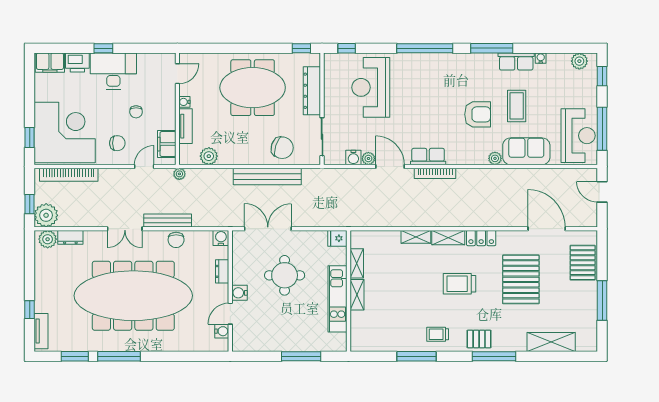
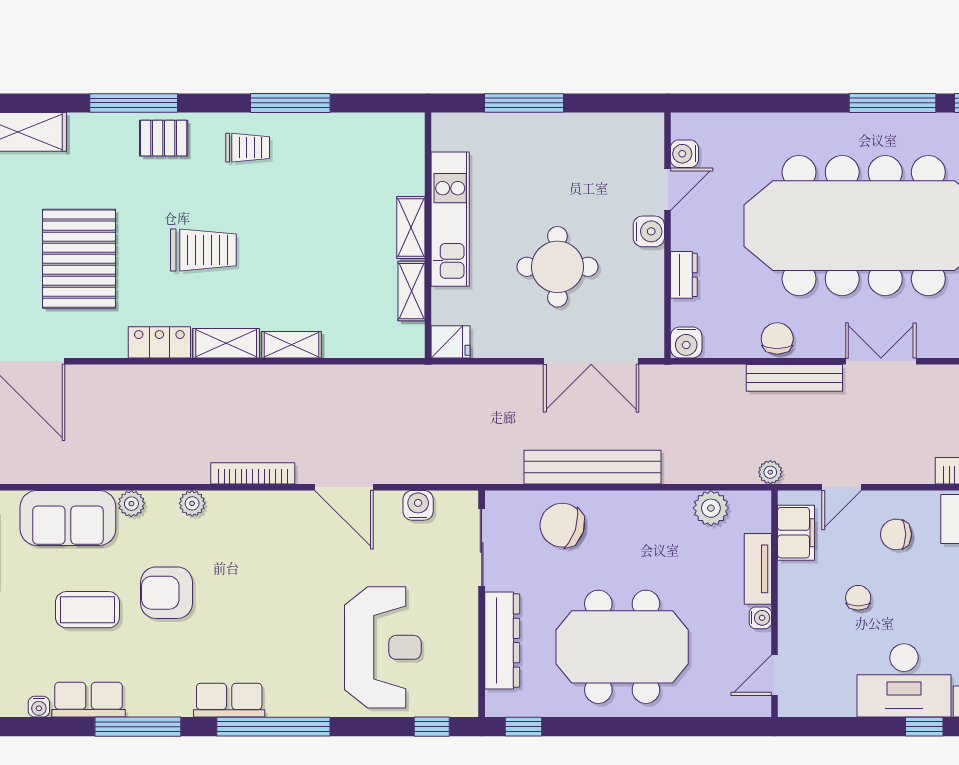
coffee table: (517, 106) -> (87, 610), turned 90
row of seats: (428, 157) -> (229, 700), moved, turned 180
plant: (368, 158) -> (192, 503), moved

